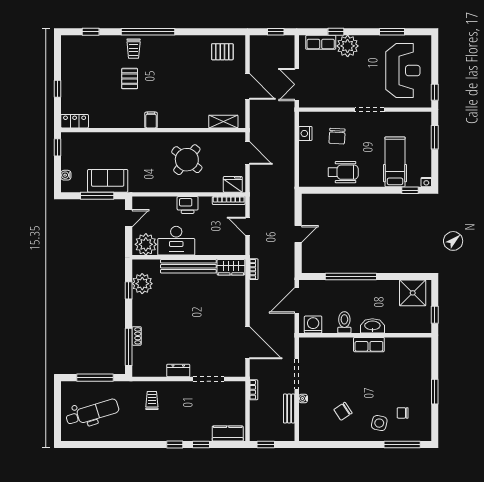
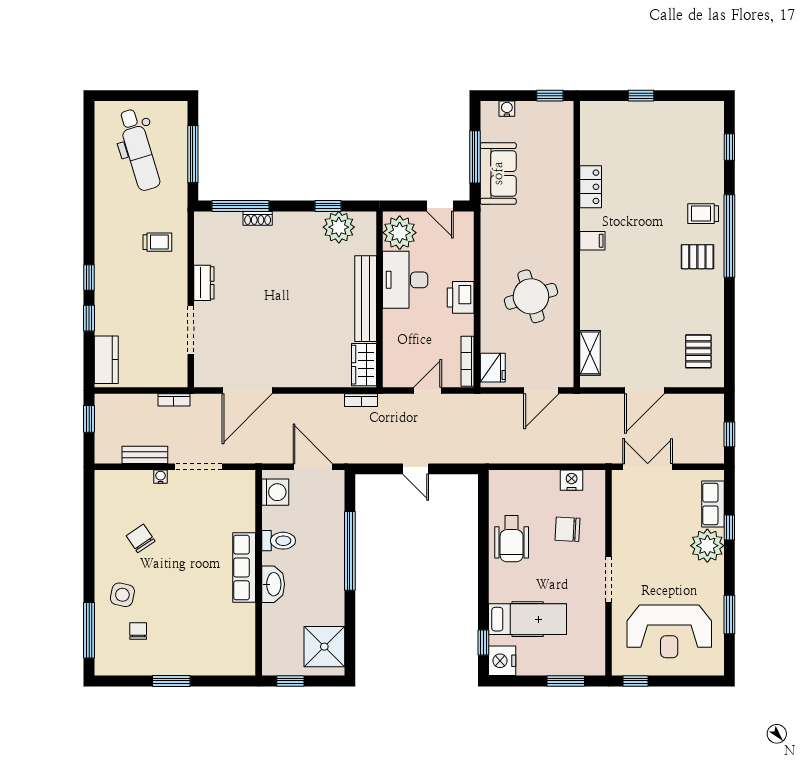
pallet: (130, 79) -> (697, 257), moved
locker: (75, 121) -> (591, 187), moved
round table: (187, 160) -> (531, 296), turned 34
nightstand: (426, 182) -> (502, 661), width x1.89, depth x1.79
row of seats: (369, 345) -> (244, 567), width x1.48

